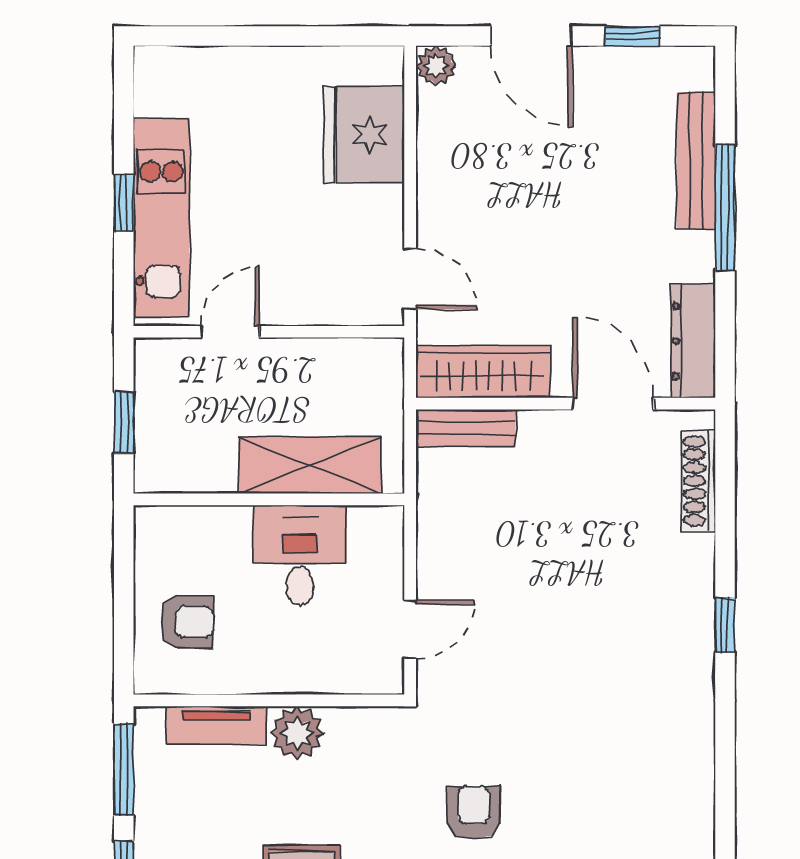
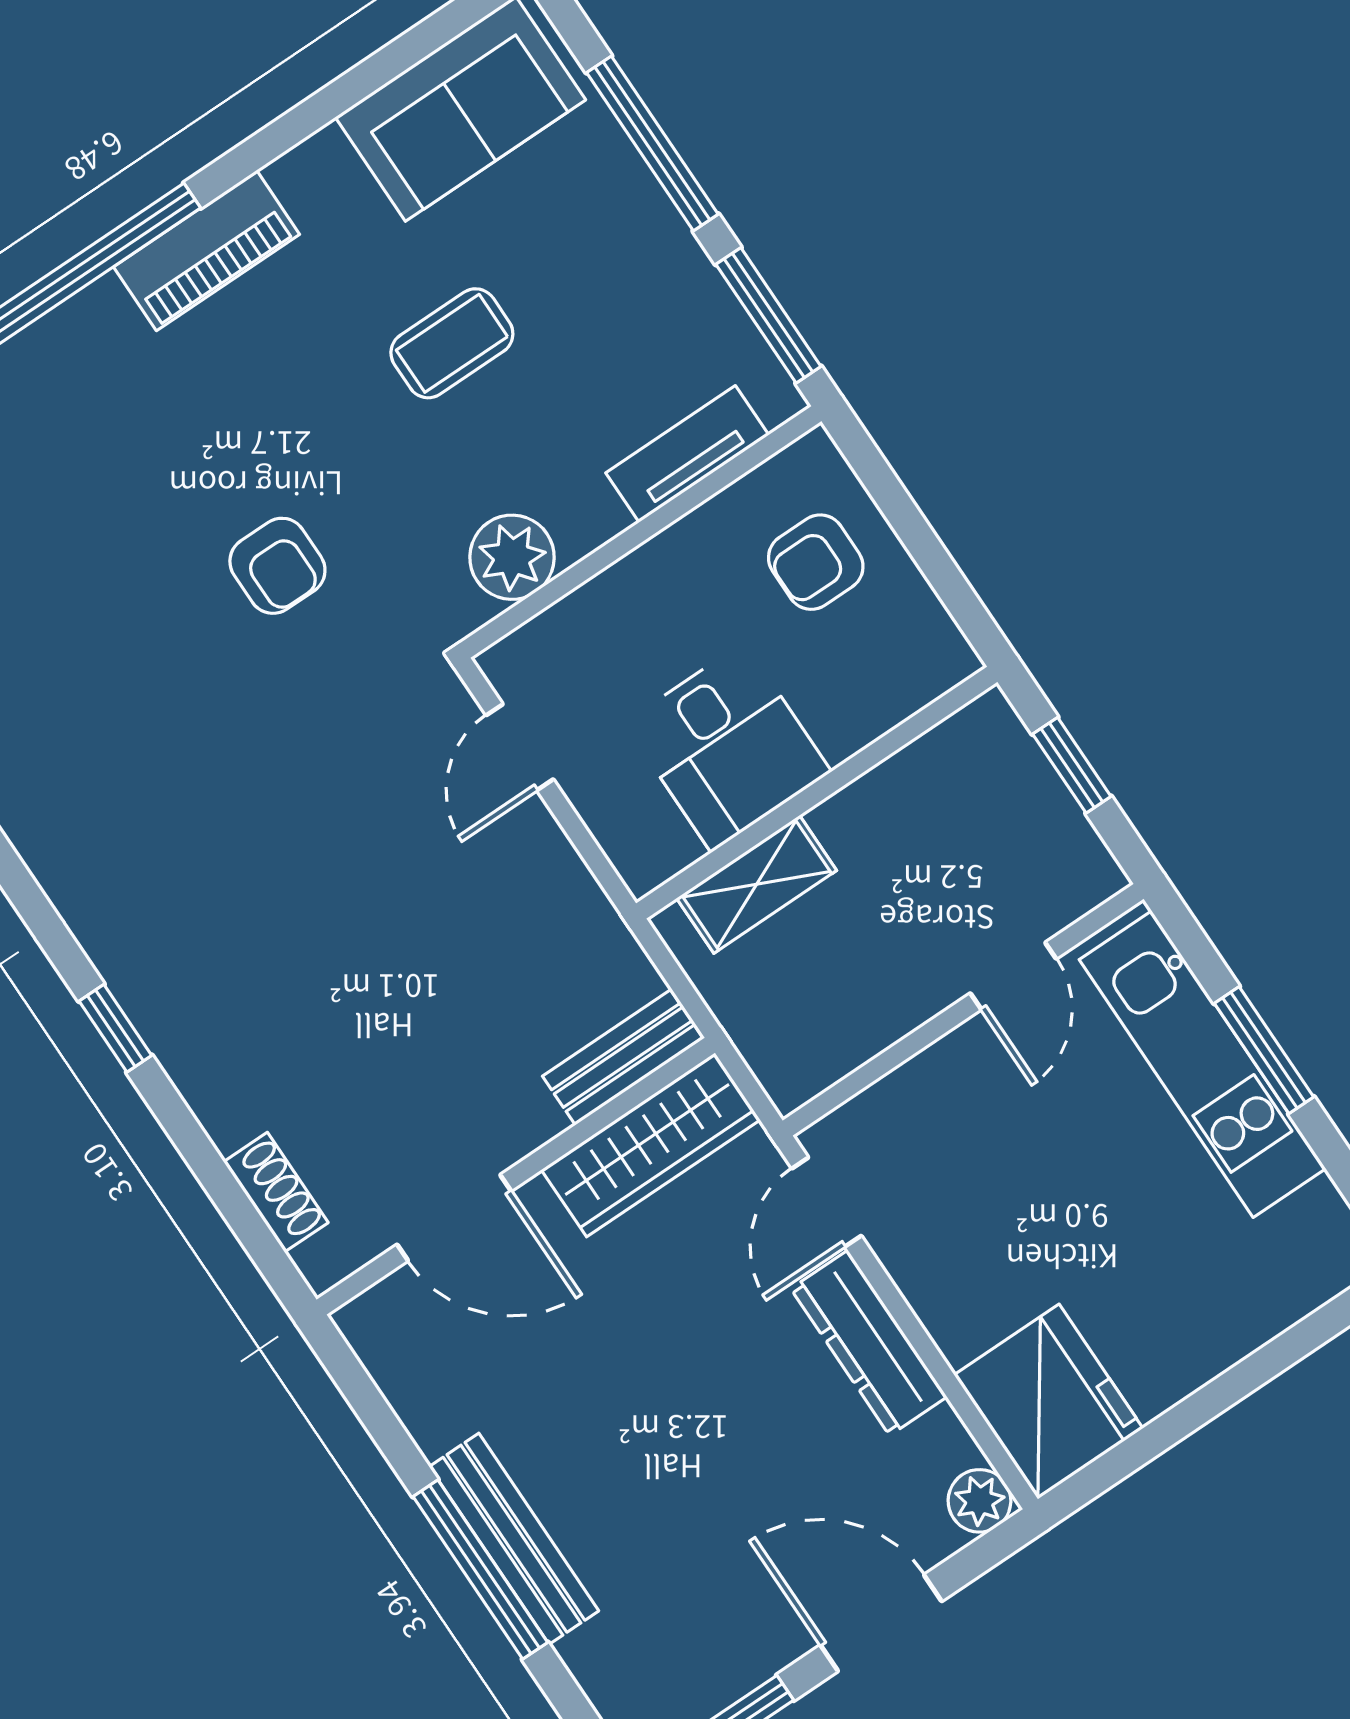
fridge: (364, 134) -> (1048, 1402), moved
bench: (696, 161) -> (514, 1539), moved
window: (124, 203) -> (1264, 1050), width x1.50
door: (410, 279) -> (827, 1202), hinge flipped
dresser: (693, 341) -> (869, 1343), moved, turned 180
shelving: (310, 465) -> (757, 884), width x0.67, depth x0.75
shoe rack: (698, 481) -> (276, 1192), width x0.70
plant: (297, 733) -> (512, 557), moved

